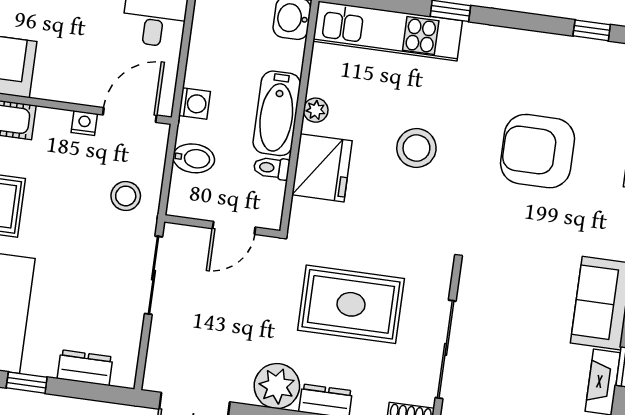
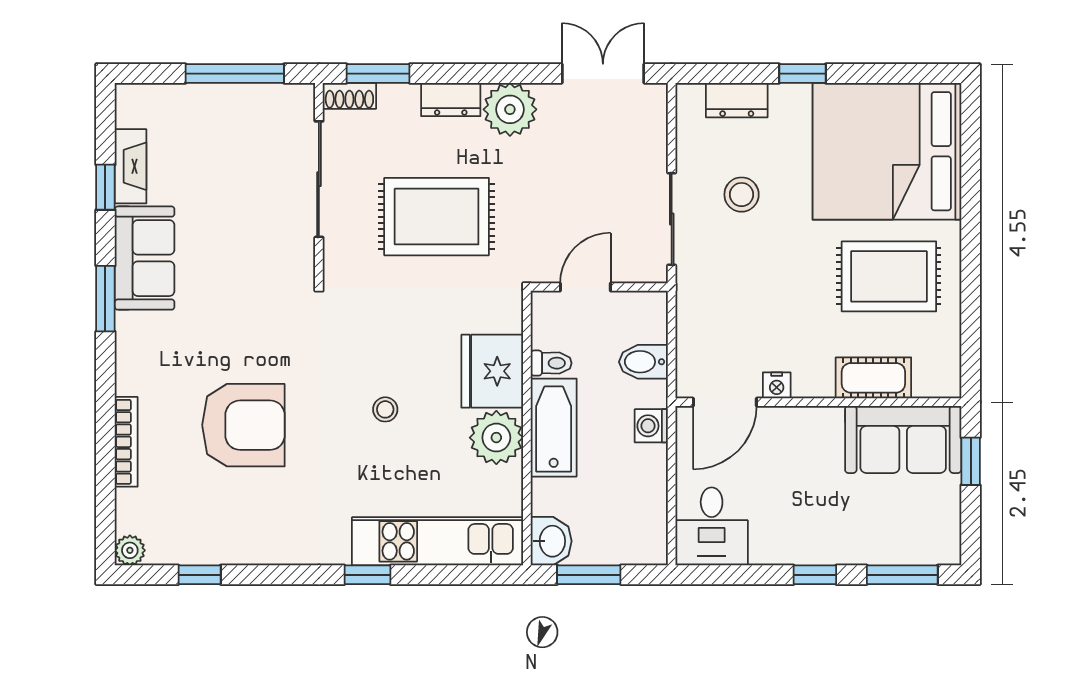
plant: (316, 110) -> (496, 438), width x1.88, depth x1.88
stool: (416, 148) -> (385, 409), width x0.53, depth x0.53
stool: (126, 196) -> (742, 195), moved

